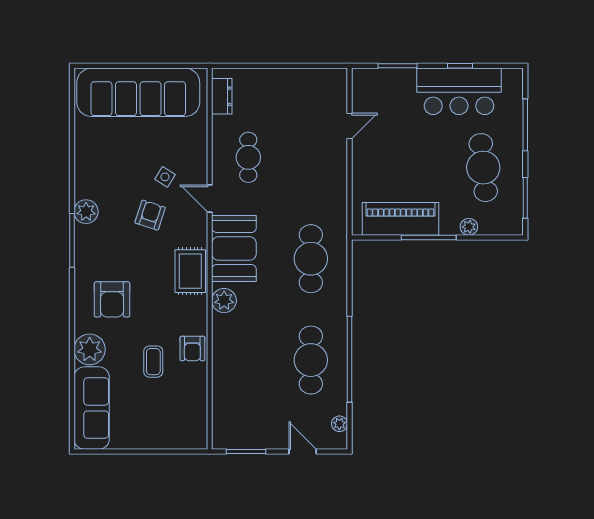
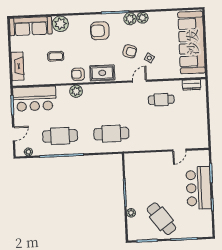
bar counter: (459, 91) -> (199, 188), moved
door: (349, 126) -> (179, 150), hinge flipped
cafe table: (483, 168) -> (161, 219), turned 60
plant: (85, 187) -> (142, 18), added
piano: (400, 219) -> (134, 178), removed
booth: (234, 249) -> (115, 94), removed
armchair: (112, 299) -> (100, 31), moved
plant: (224, 301) -> (76, 91), moved
armchair: (192, 349) -> (78, 74), moved
bar counter: (235, 407) -> (34, 99), added
fireplace: (170, 438) -> (17, 66), added

